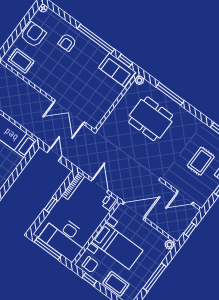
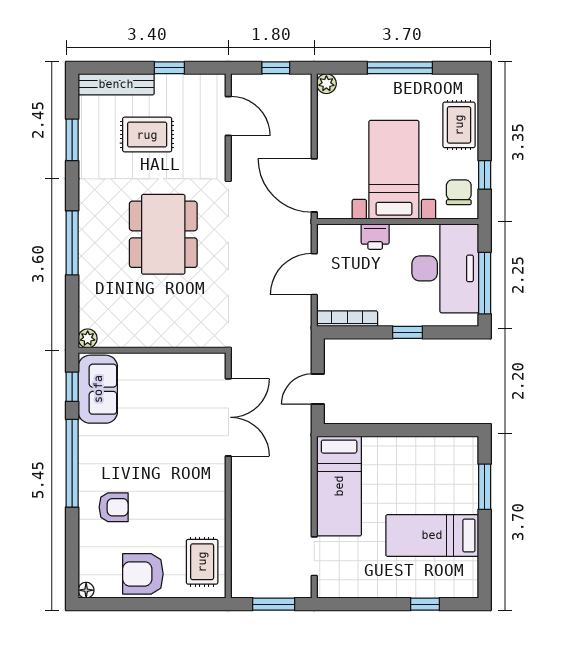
window: (170, 94) -> (72, 243), moved
dining table: (151, 119) -> (163, 234), moved
printer: (109, 203) -> (375, 237), moved

